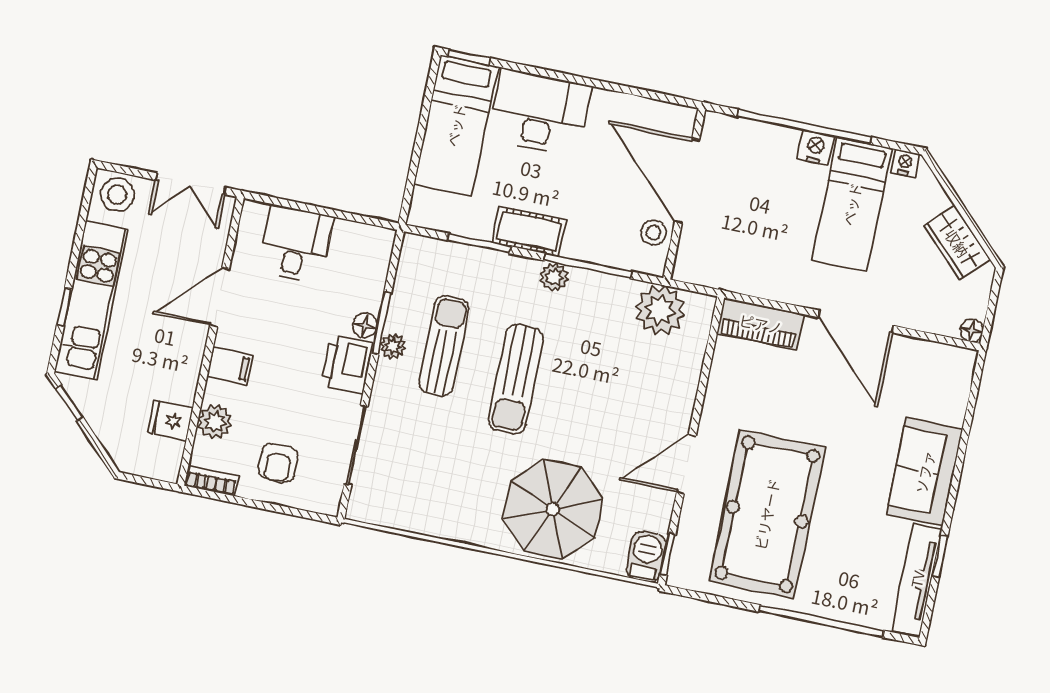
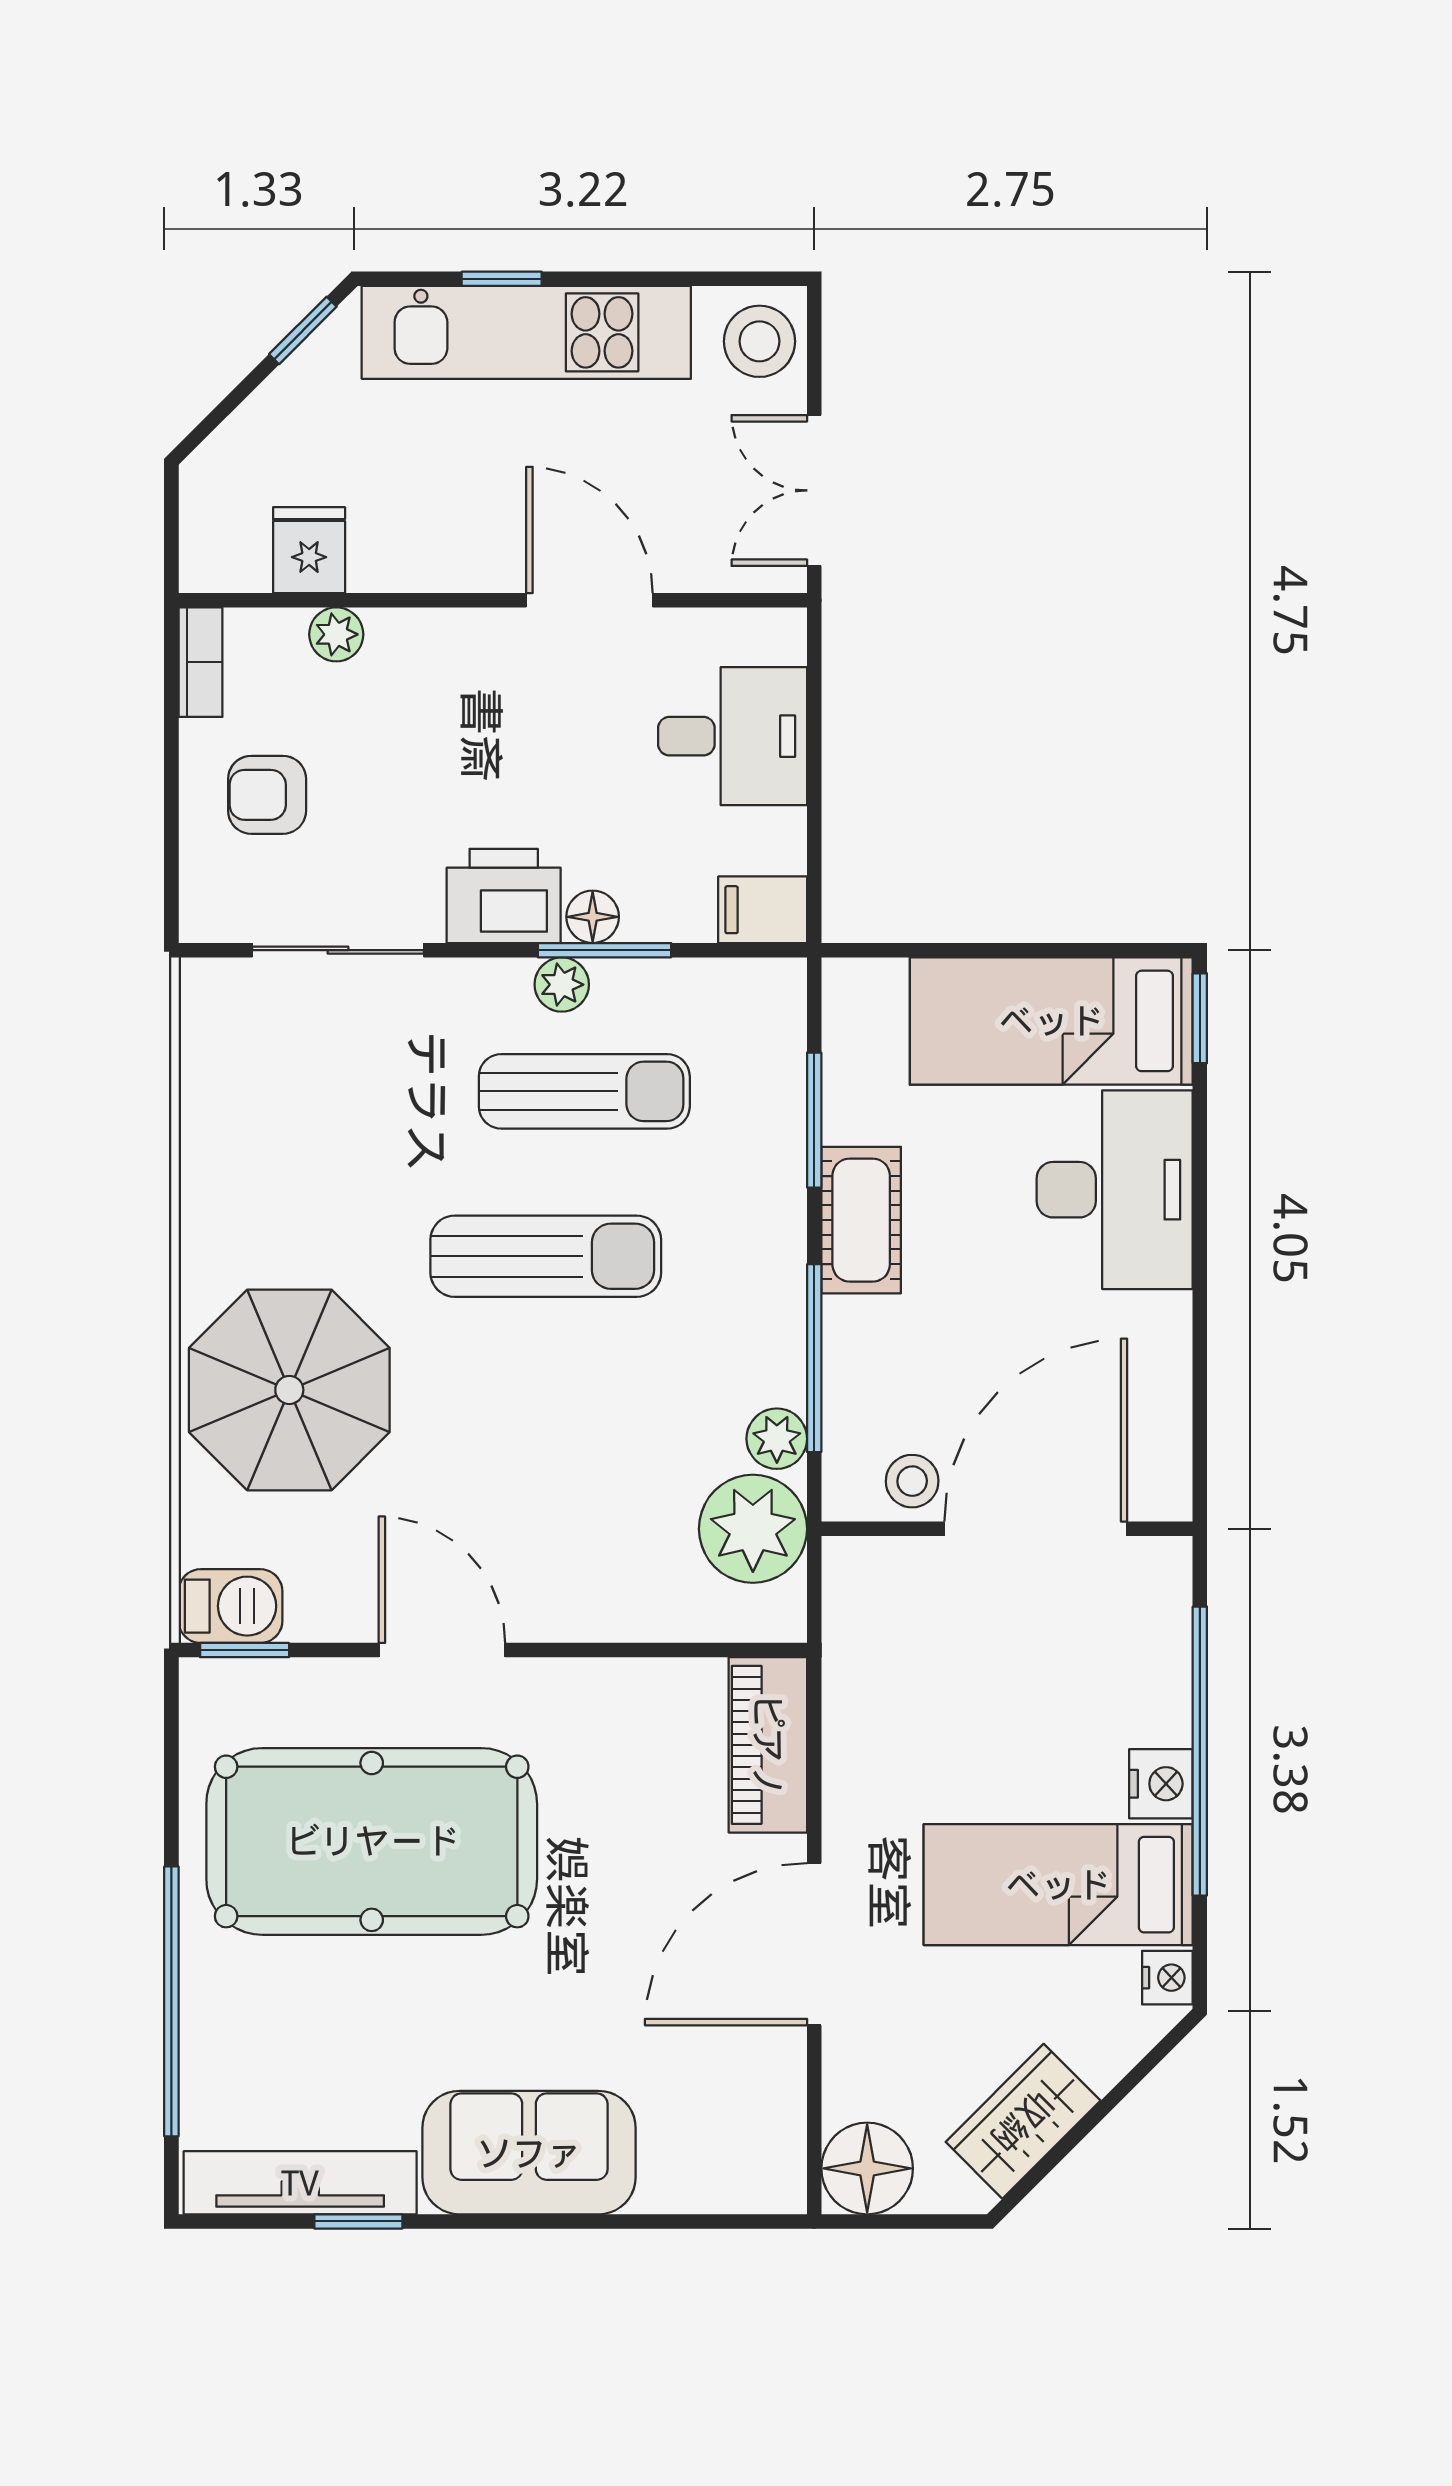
plant: (554, 277) -> (777, 1439), moved
floor lamp: (972, 330) -> (867, 2168), width x1.89, depth x1.89
filing cabinet: (230, 366) -> (763, 910), moved, turned 90
sun lounger: (516, 379) -> (546, 1256), turned 180
plant: (215, 422) -> (336, 634), width x0.73, depth x0.73

